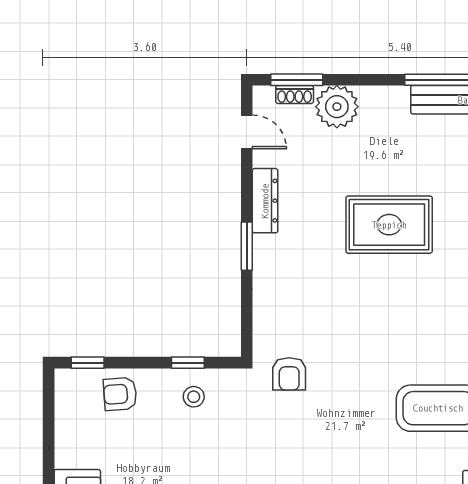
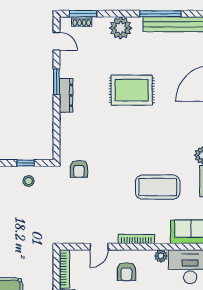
plant: (337, 107) -> (121, 28), moved
dresser: (265, 201) -> (66, 95), moved
window: (247, 246) -> (57, 82), moved

